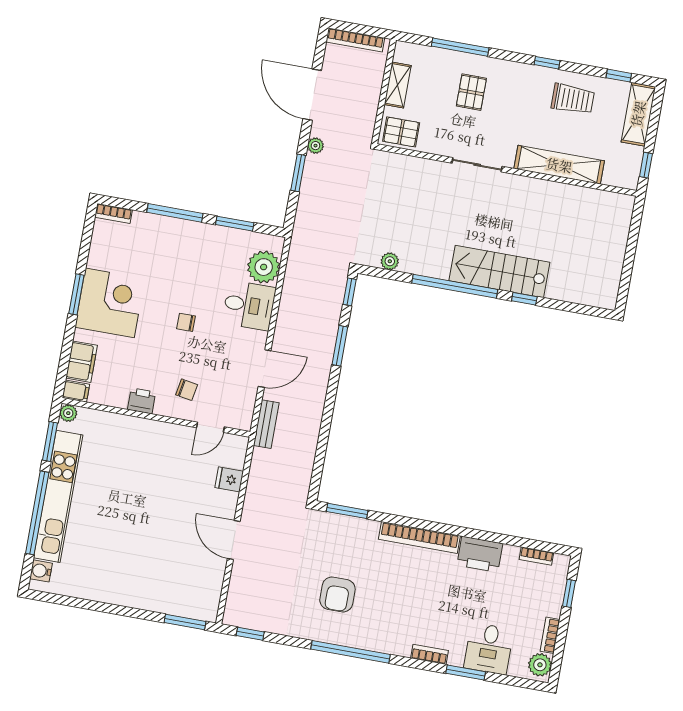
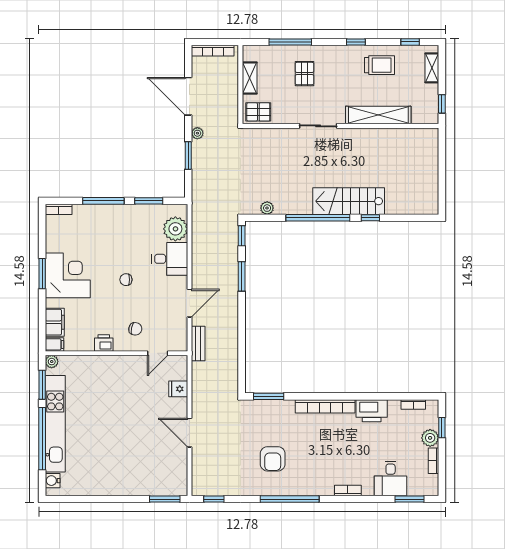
shelving: (638, 114) -> (432, 68), width x0.67, depth x0.75
plant: (540, 665) -> (430, 438), moved
window: (466, 672) -> (409, 499), moved

